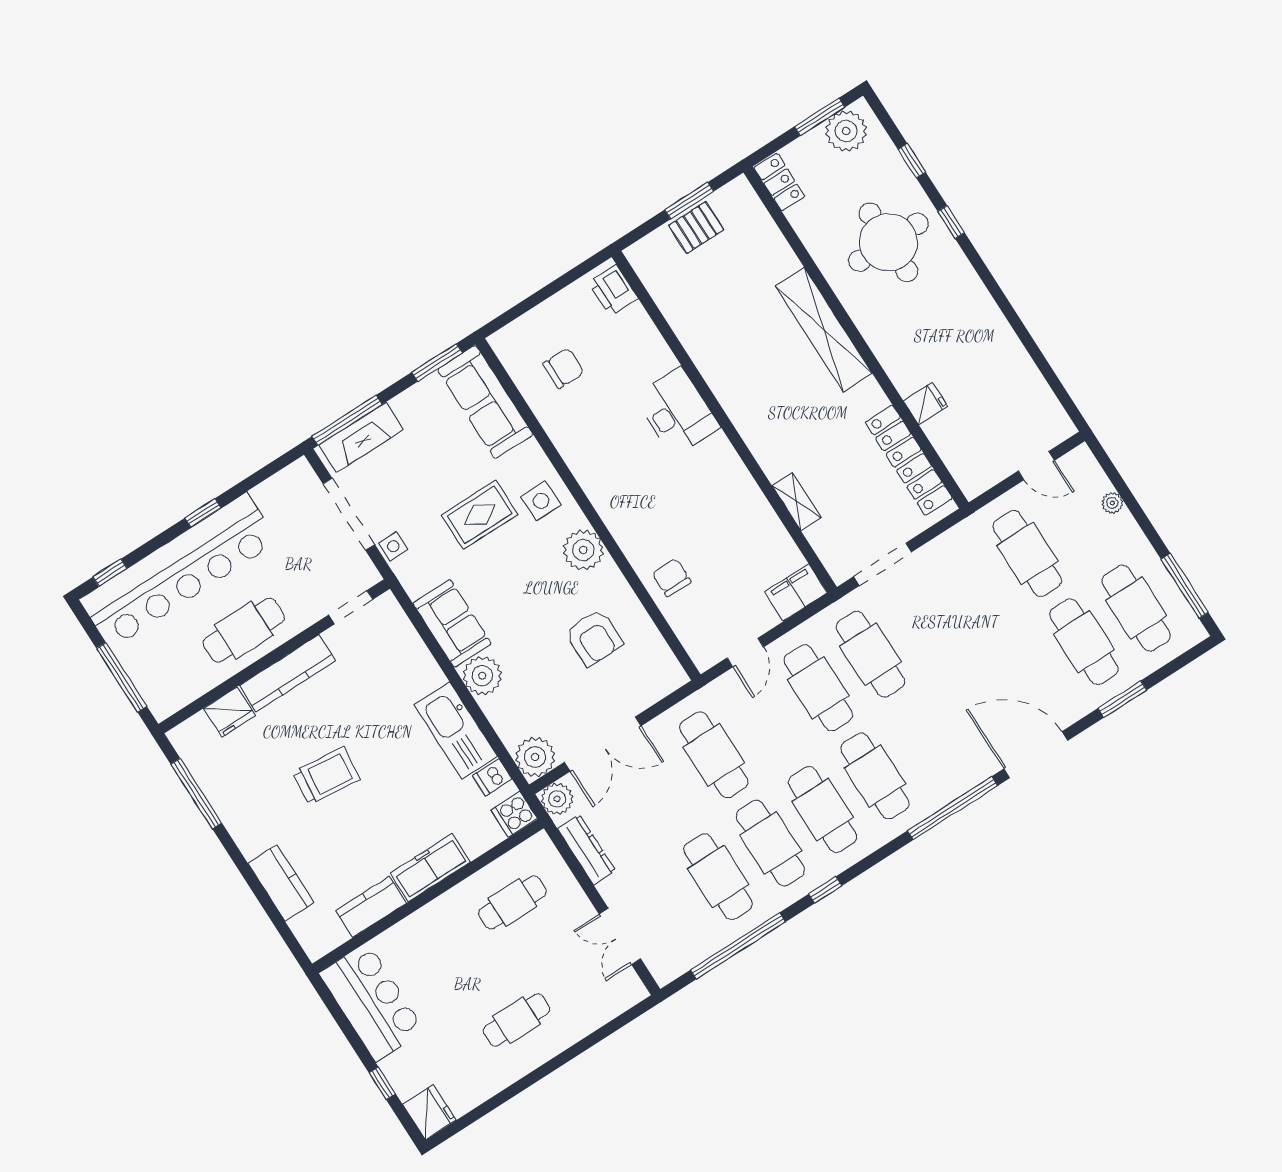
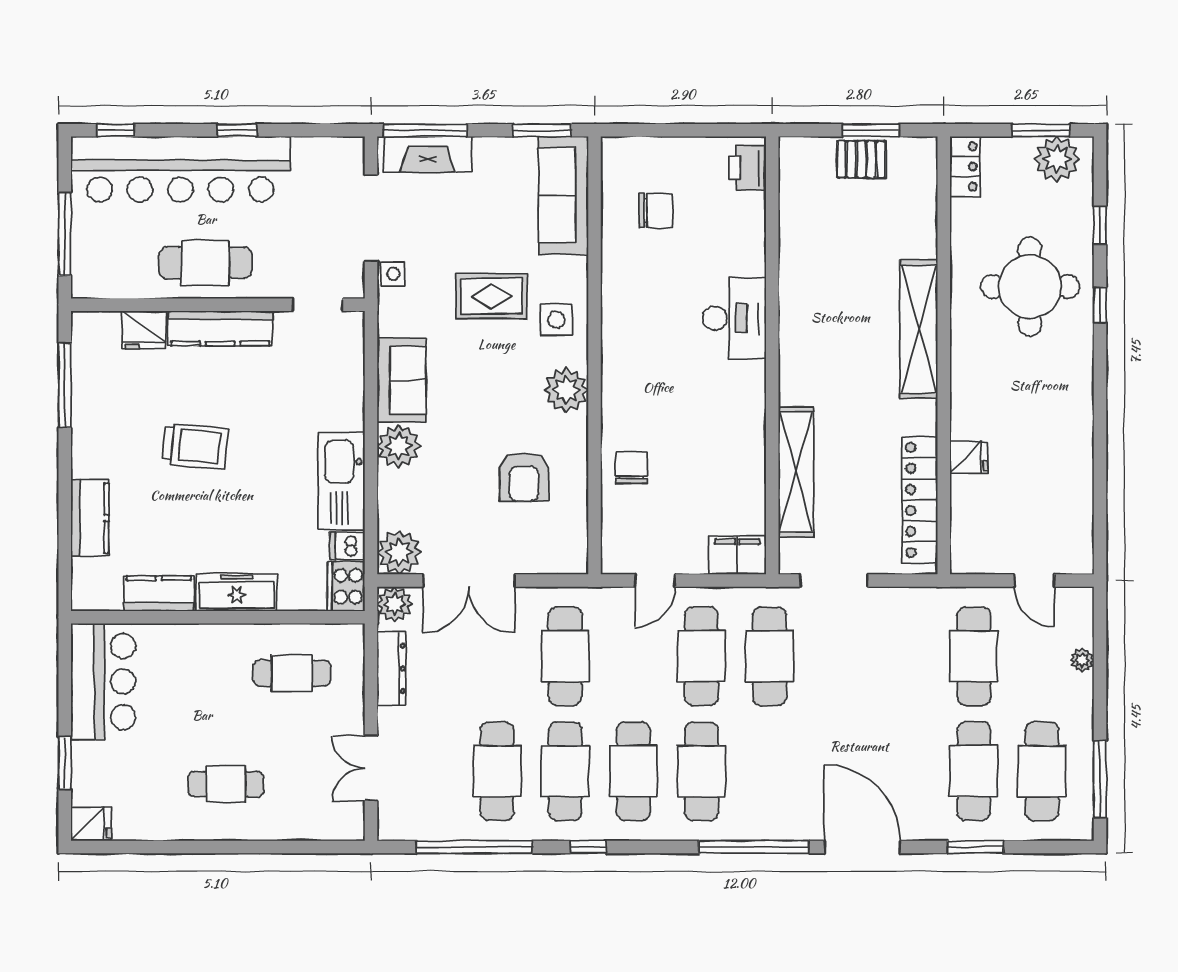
shelving: (797, 502) -> (796, 472), width x2.20, depth x1.33
cooker: (514, 814) -> (346, 586), width x1.36
window: (382, 1083) -> (65, 763), width x1.50
fridge: (429, 1112) -> (91, 824), width x0.72

